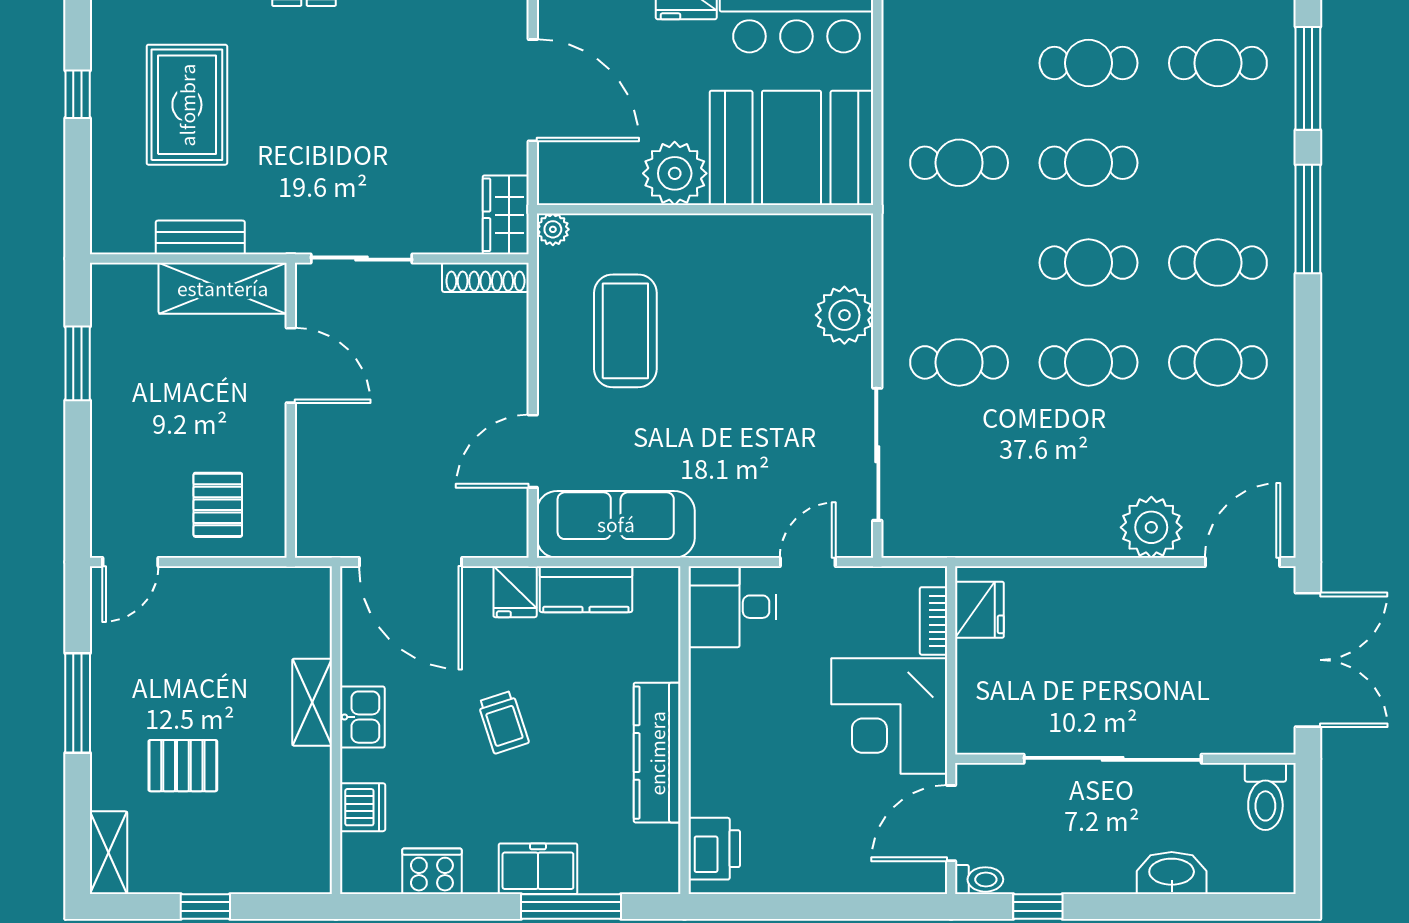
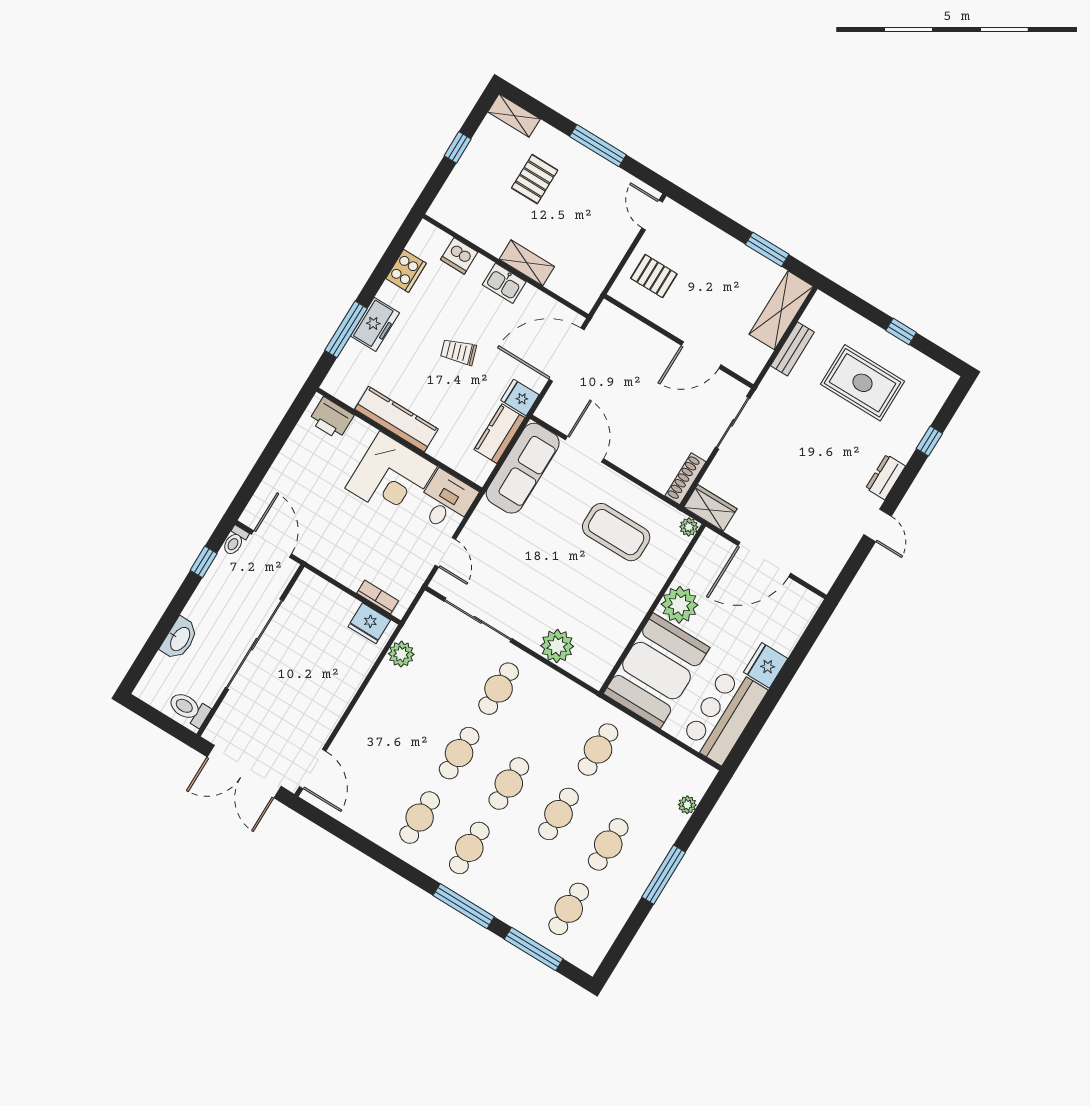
shelving: (223, 288) -> (781, 310), moved
plant: (1151, 527) -> (401, 654), moved, width x0.73, depth x0.73
corner desk: (889, 716) -> (391, 477), moved, turned 180

